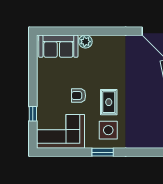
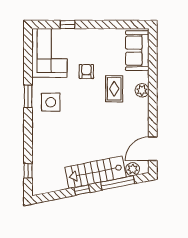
plant: (85, 42) -> (142, 90), moved
rug: (109, 102) -> (114, 89), moved, turned 90

